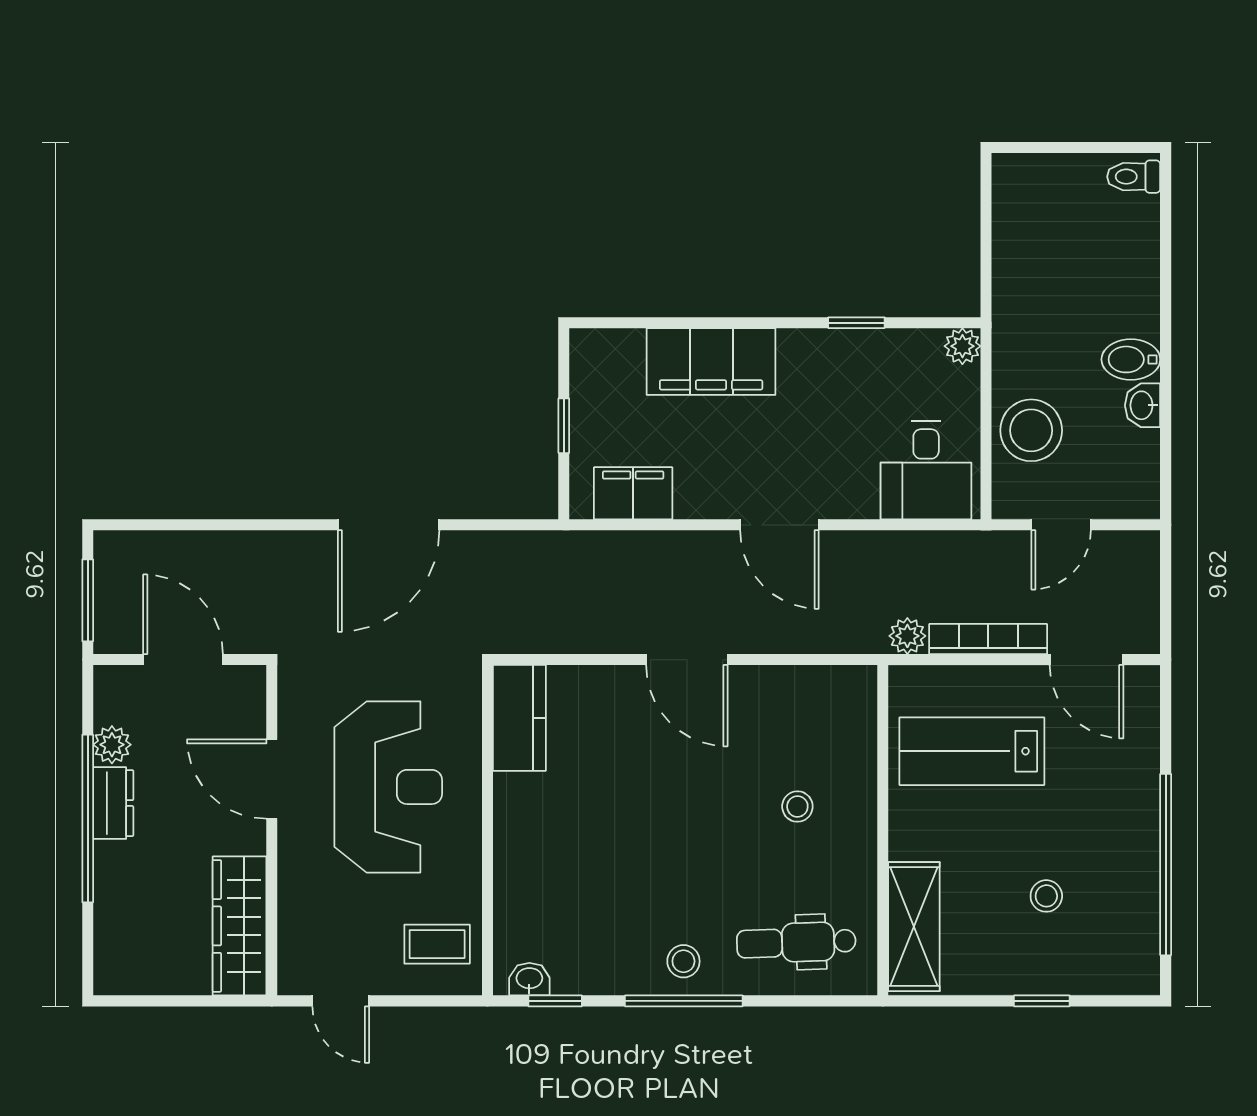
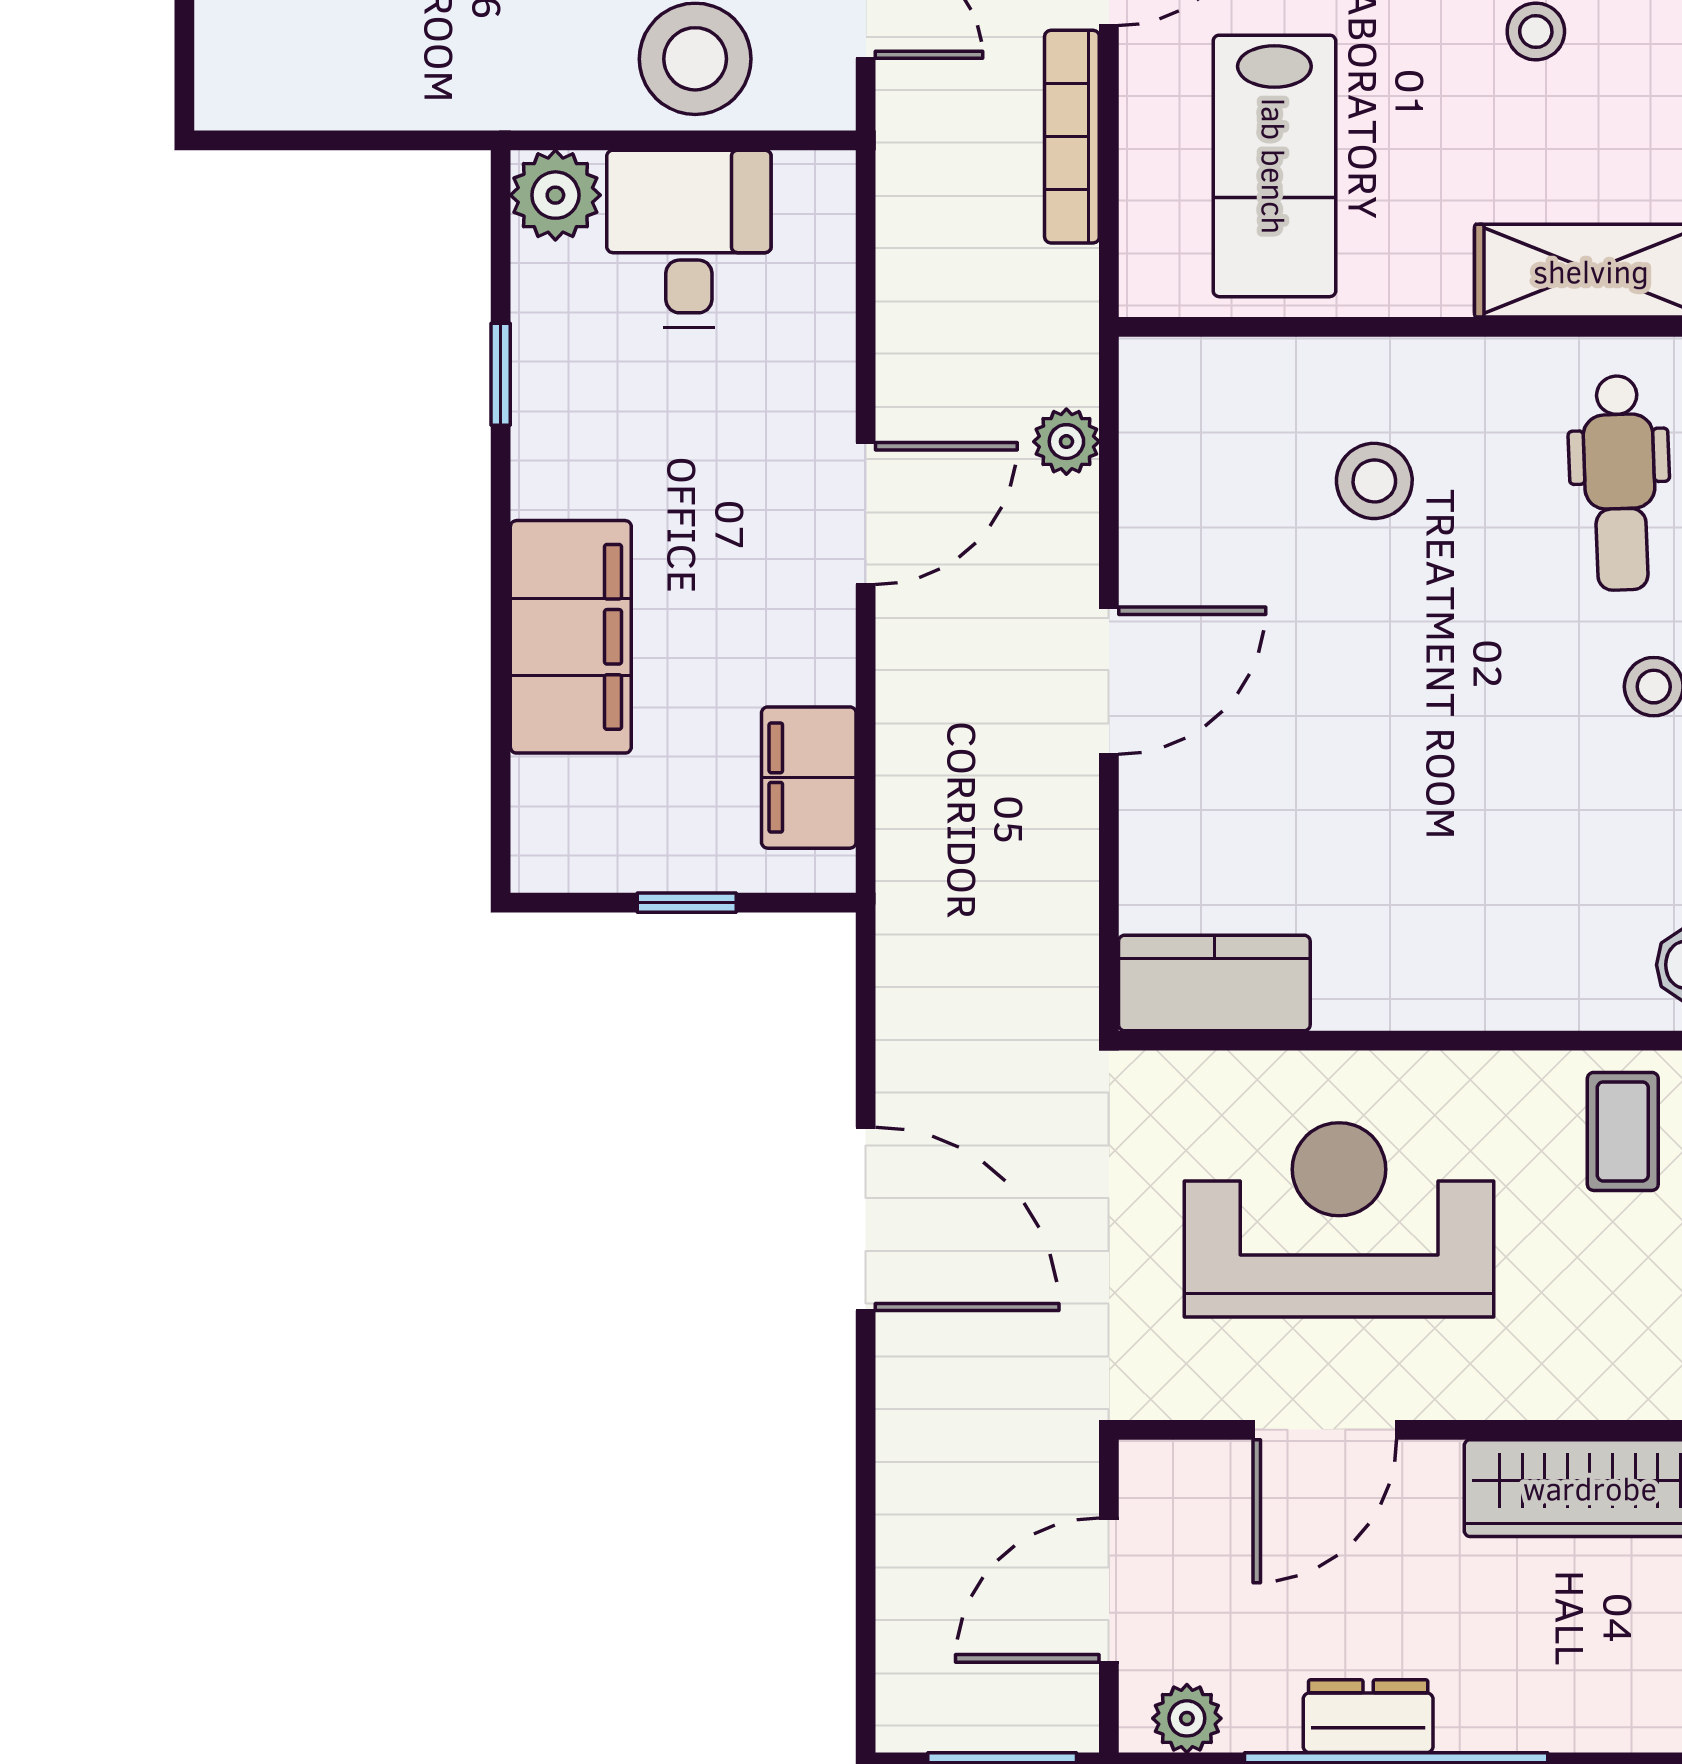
plant: (962, 346) -> (555, 195), width x1.38, depth x1.38
desk: (926, 470) -> (689, 239), moved, turned -90
plant: (907, 636) -> (1066, 442), moved
plant: (112, 745) -> (1187, 1718), moved
stool: (797, 807) -> (1374, 481), width x1.37, depth x1.37

